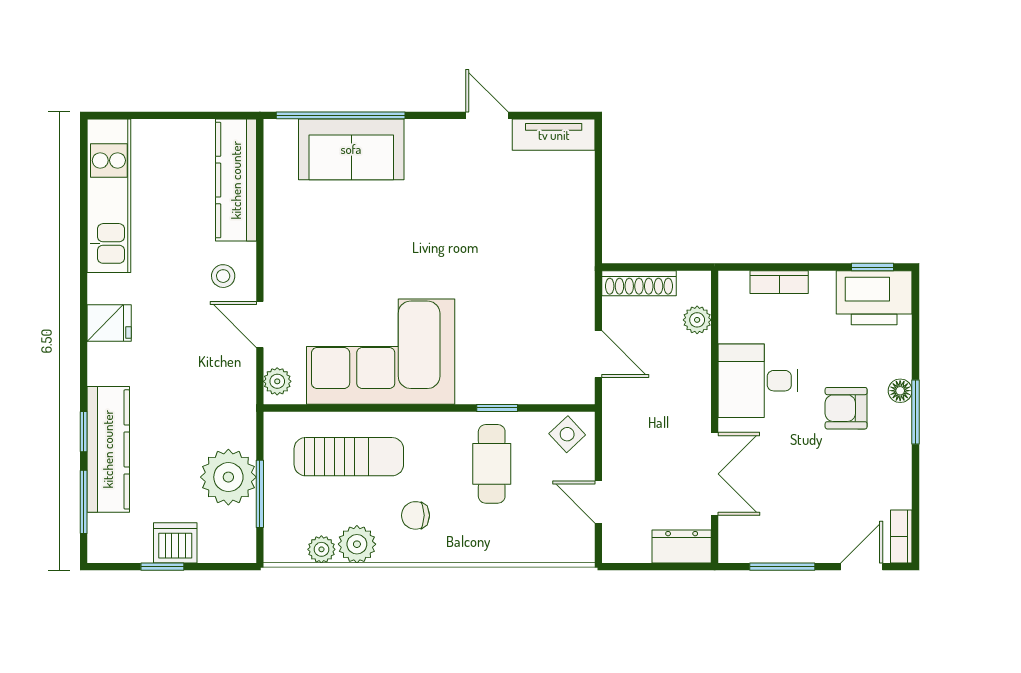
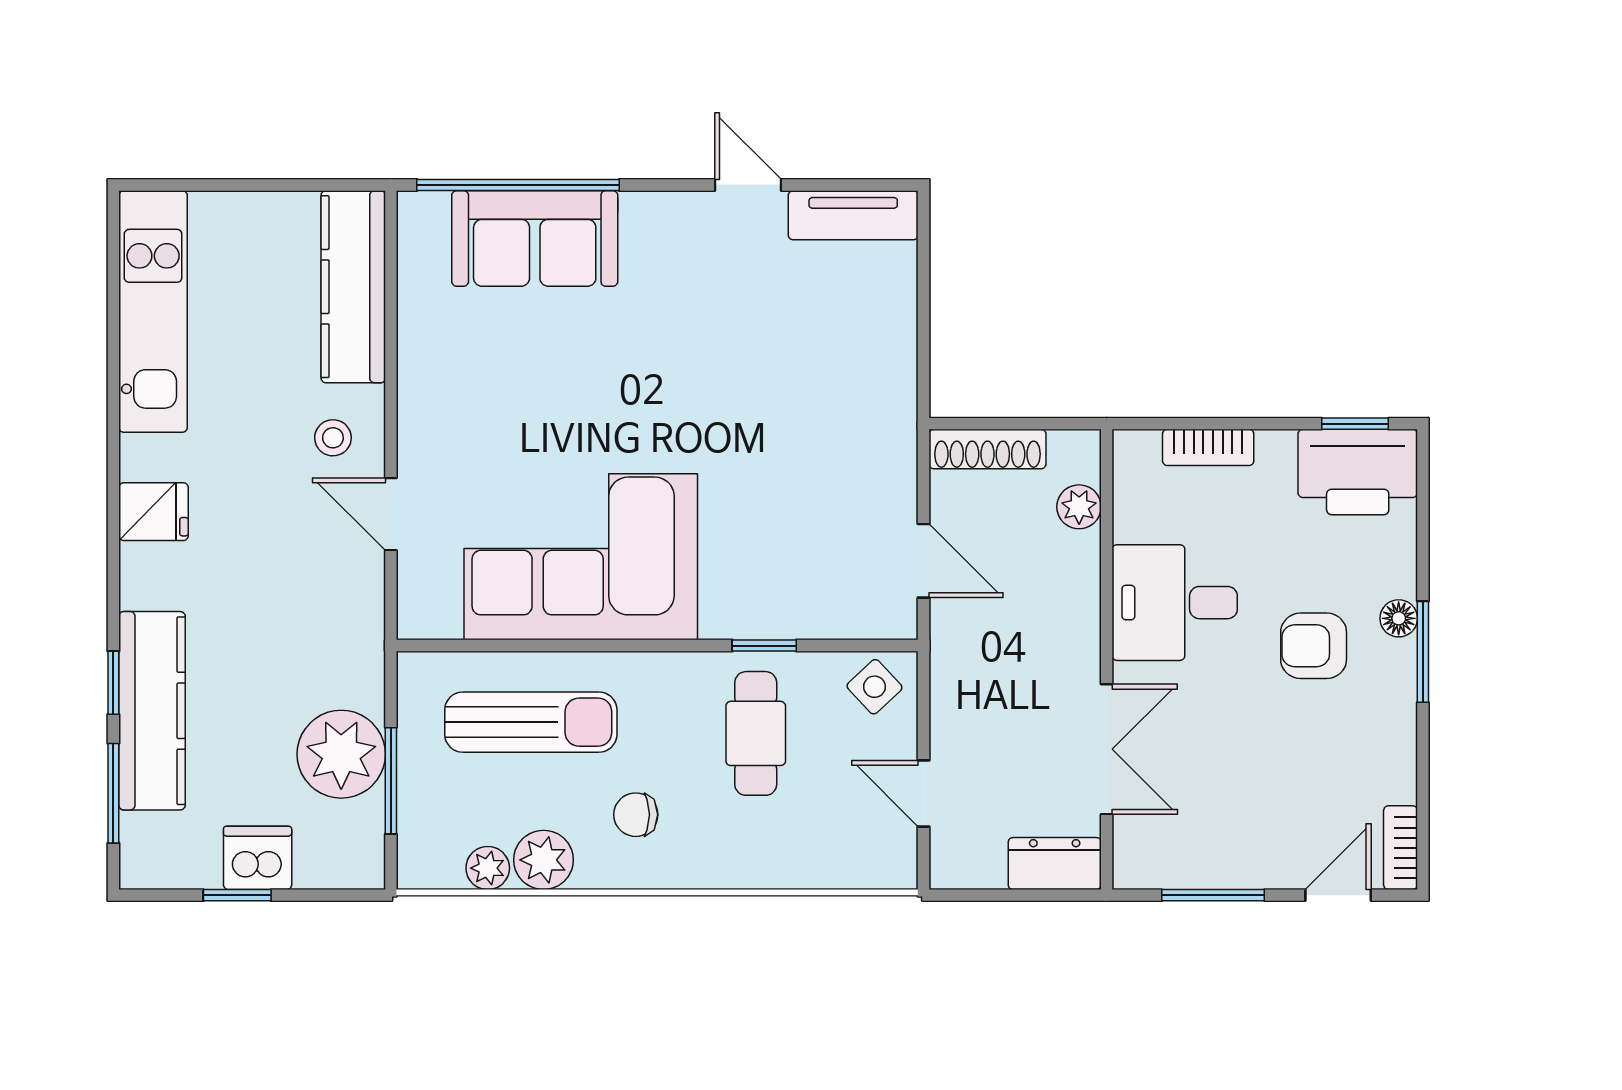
plant: (277, 381) -> (418, 603), removed

